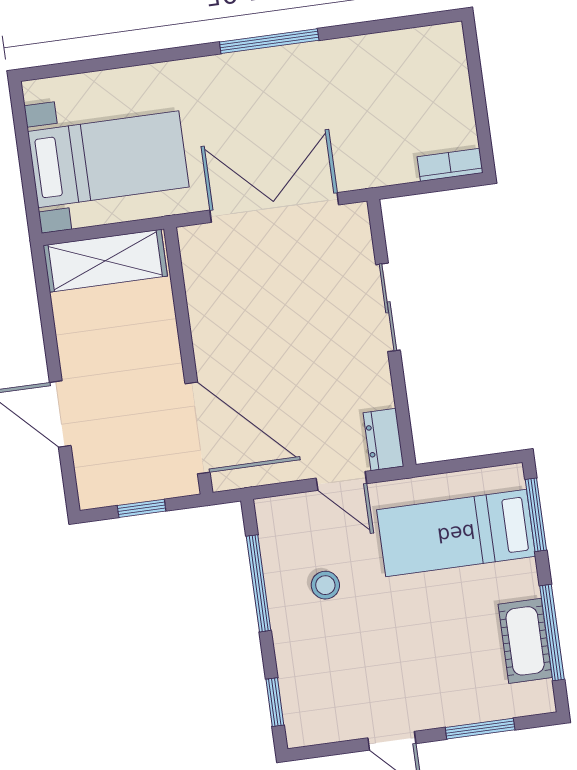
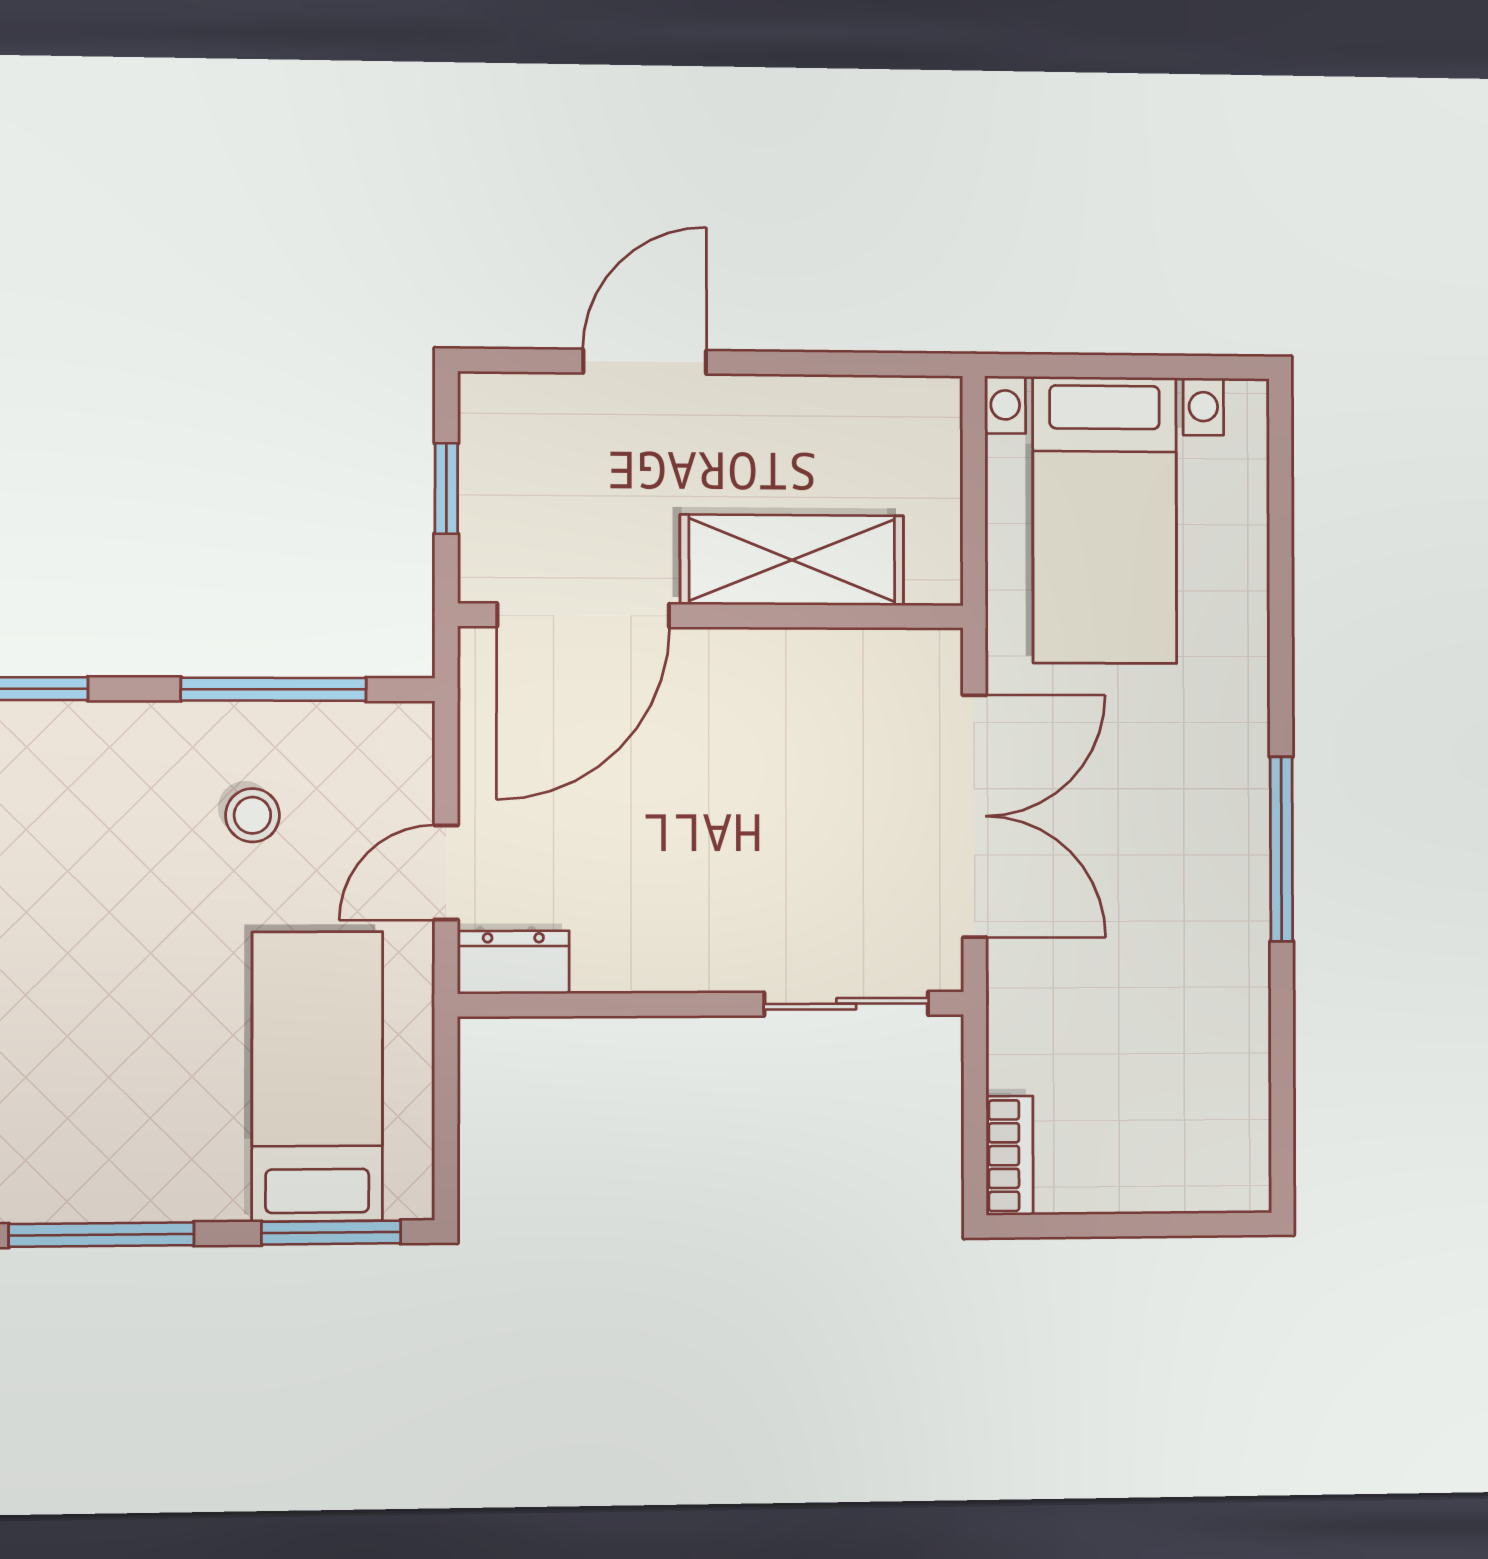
shelving: (105, 261) -> (792, 560), moved, turned 90
sliding door: (388, 307) -> (846, 1004), moved
cot: (525, 641) -> (93, 1181), removed

